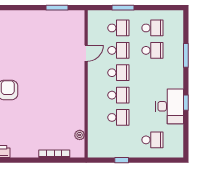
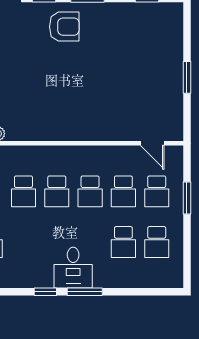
window: (57, 8) -> (187, 77), moved
door: (86, 53) -> (152, 143), moved
window: (186, 55) -> (85, 292), moved
desk: (170, 106) -> (73, 268), moved, width x0.73

